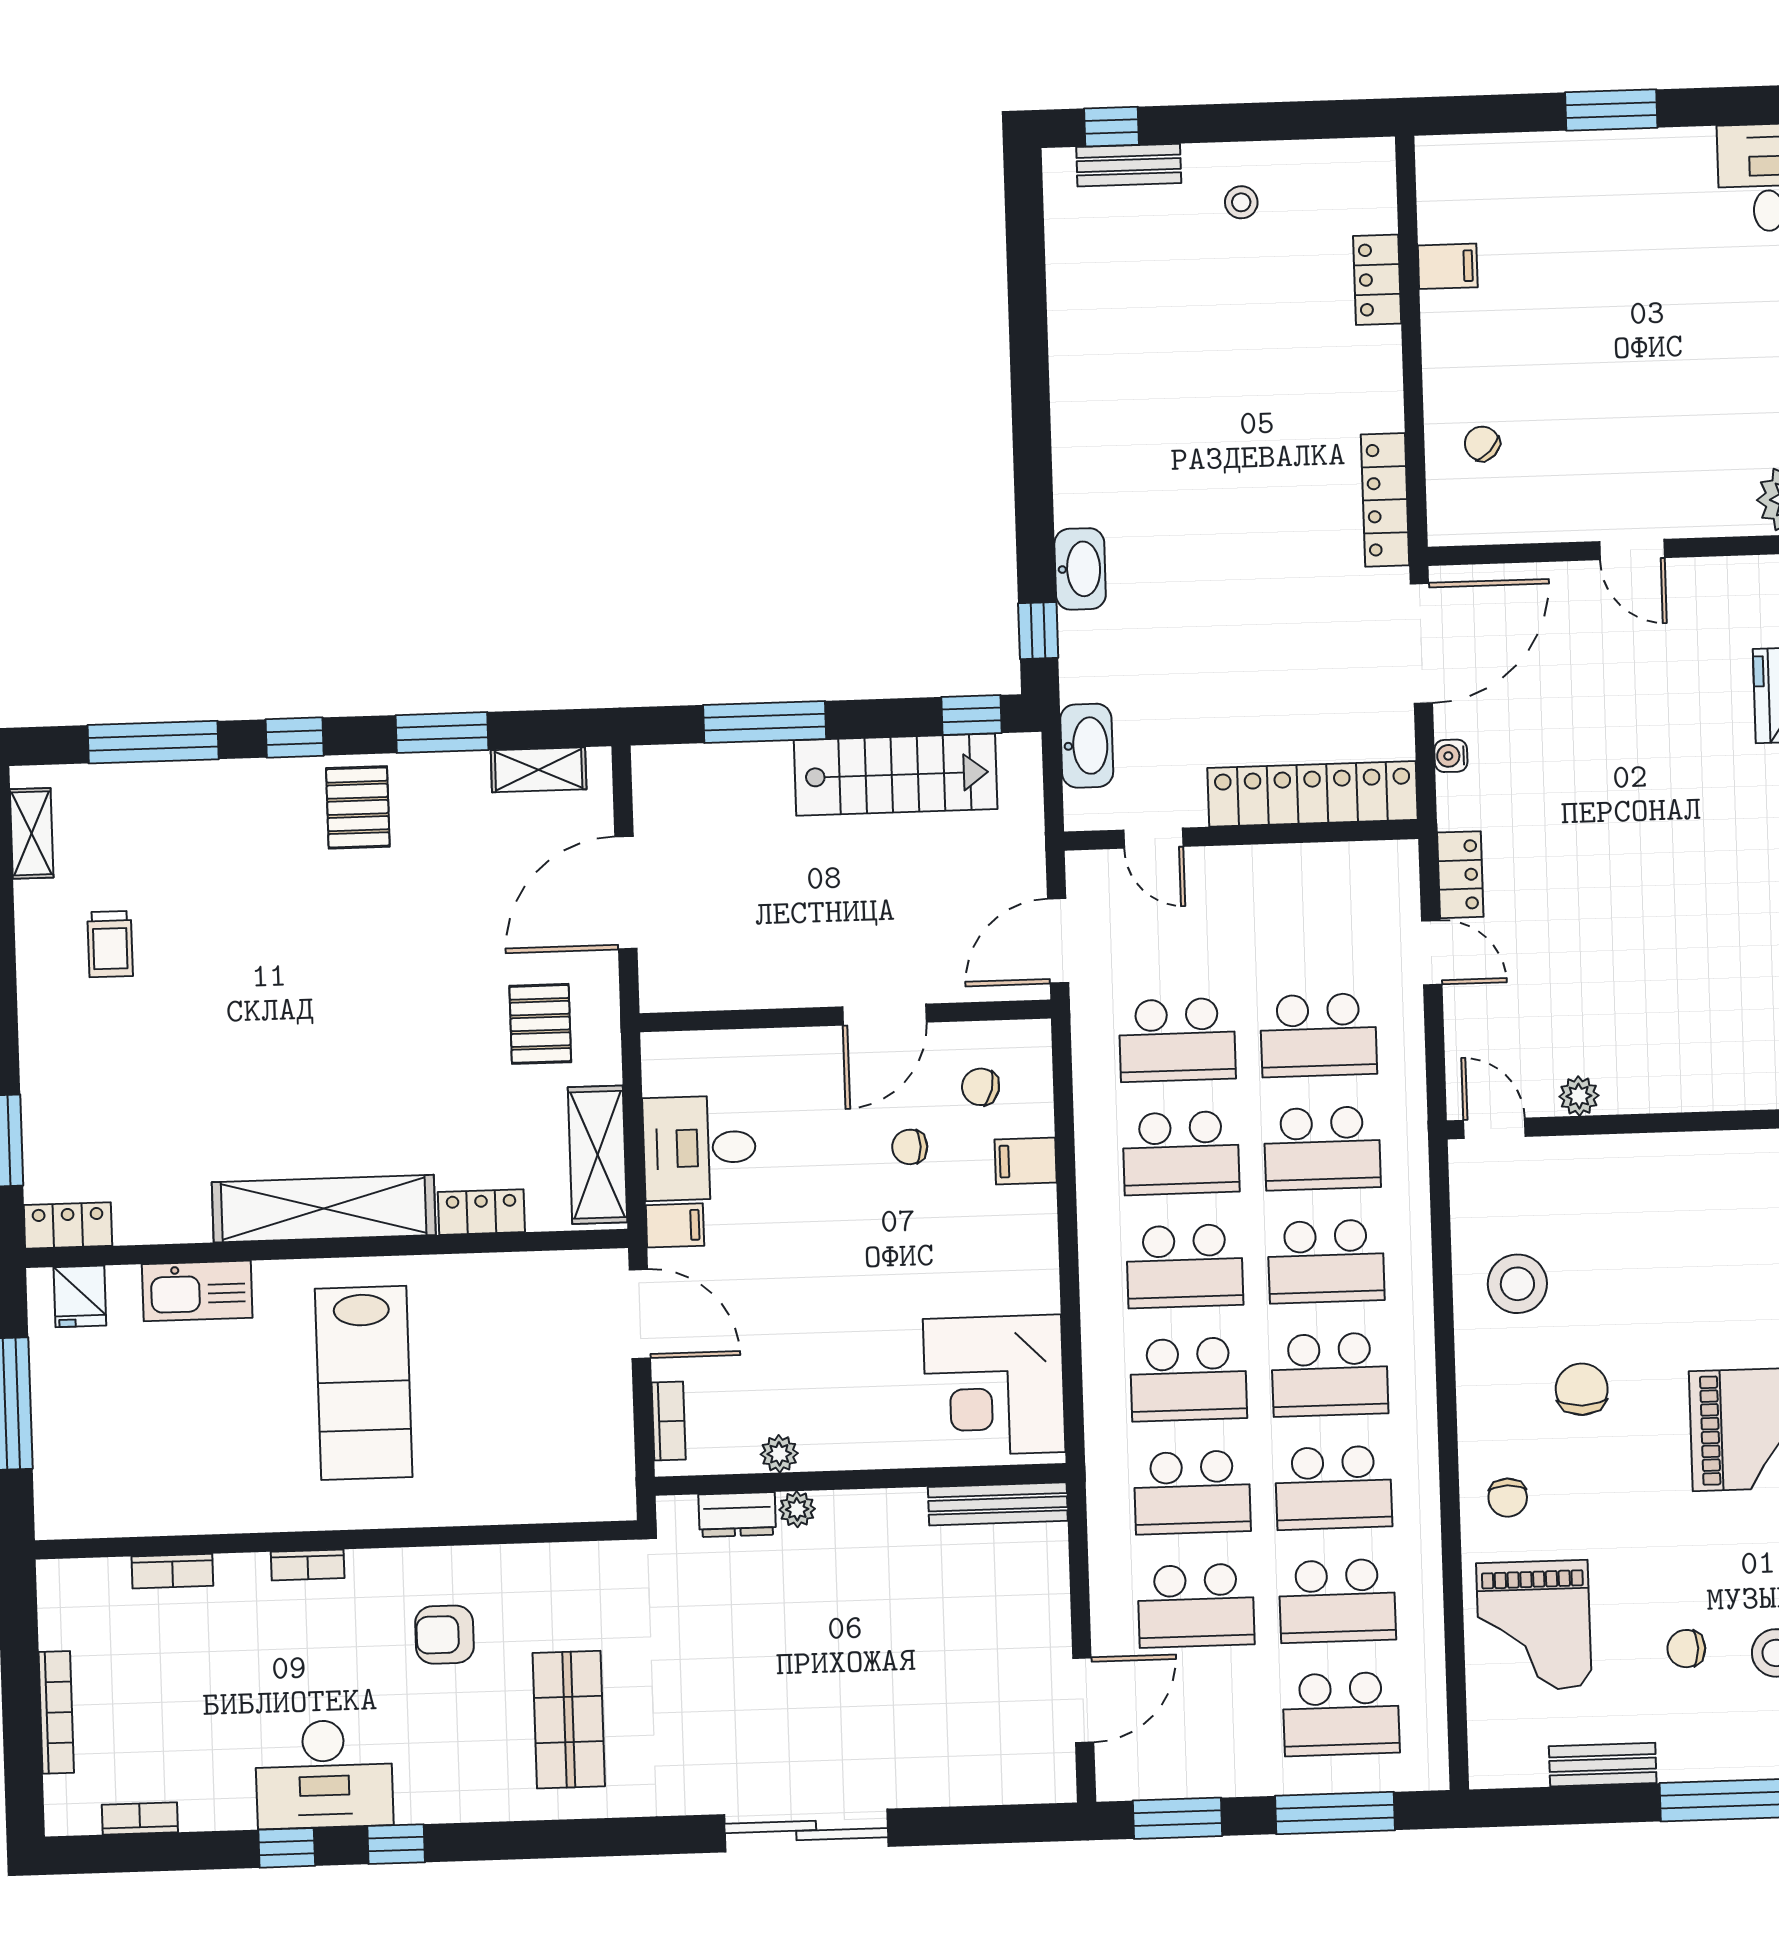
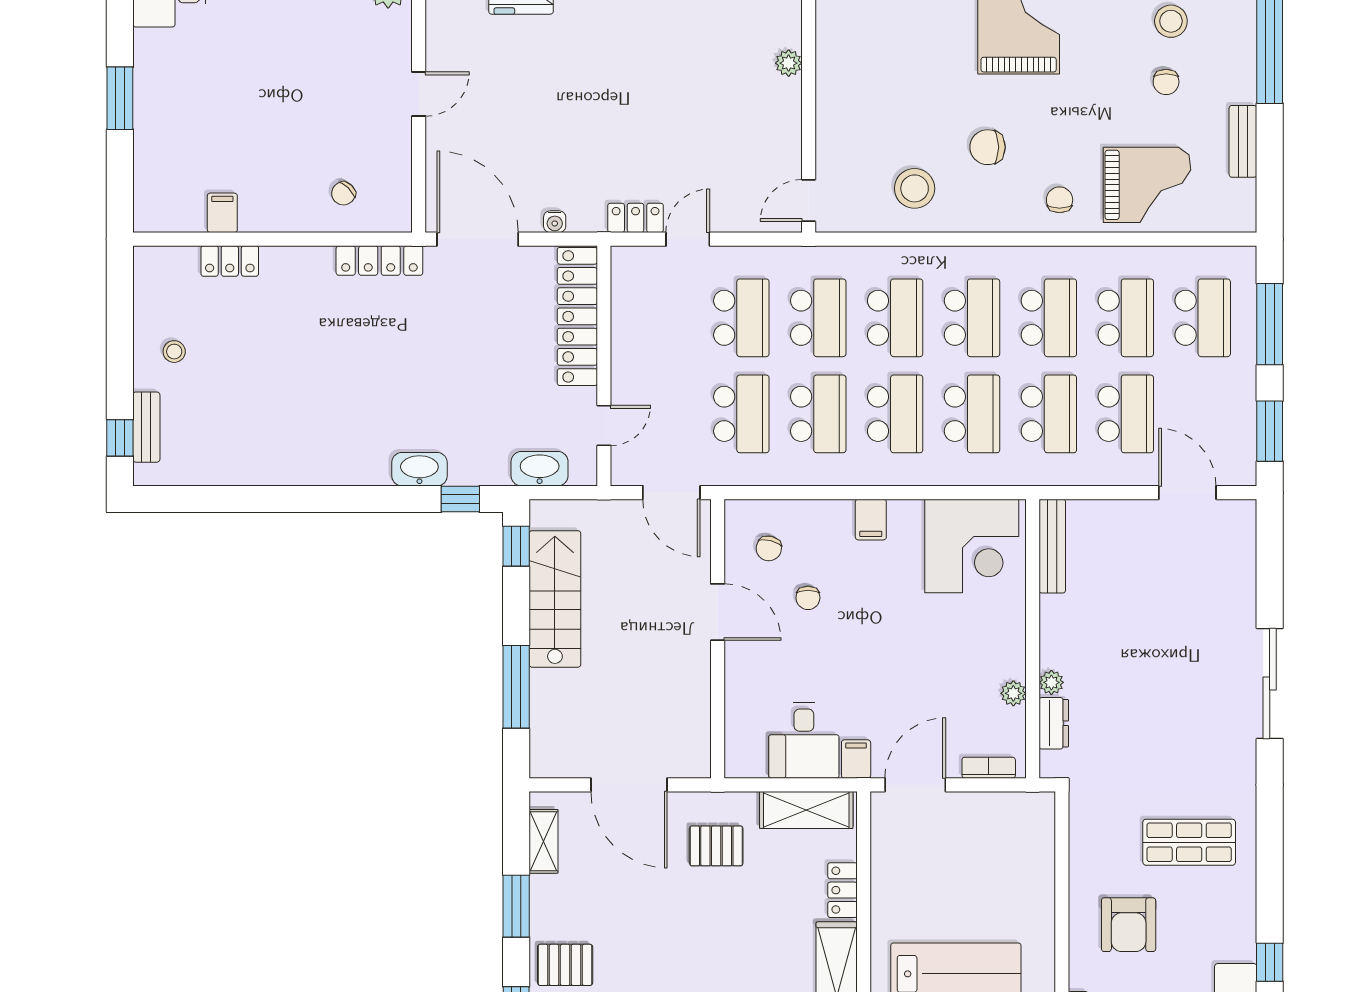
plant: (1579, 1096) -> (789, 63), moved
filing cabinet: (1026, 1161) -> (871, 520), moved
chair: (1508, 1498) -> (1060, 200), turned -90
armchair: (445, 1635) -> (1129, 925), width x1.38, depth x1.38

